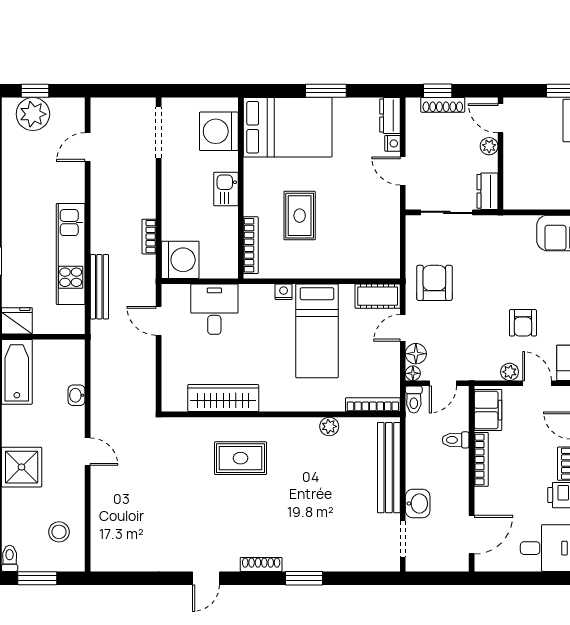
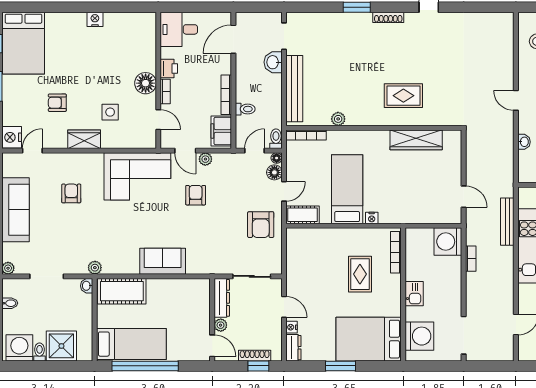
dresser: (487, 191) -> (222, 298), width x1.44
desk: (214, 309) -> (423, 205), removed

